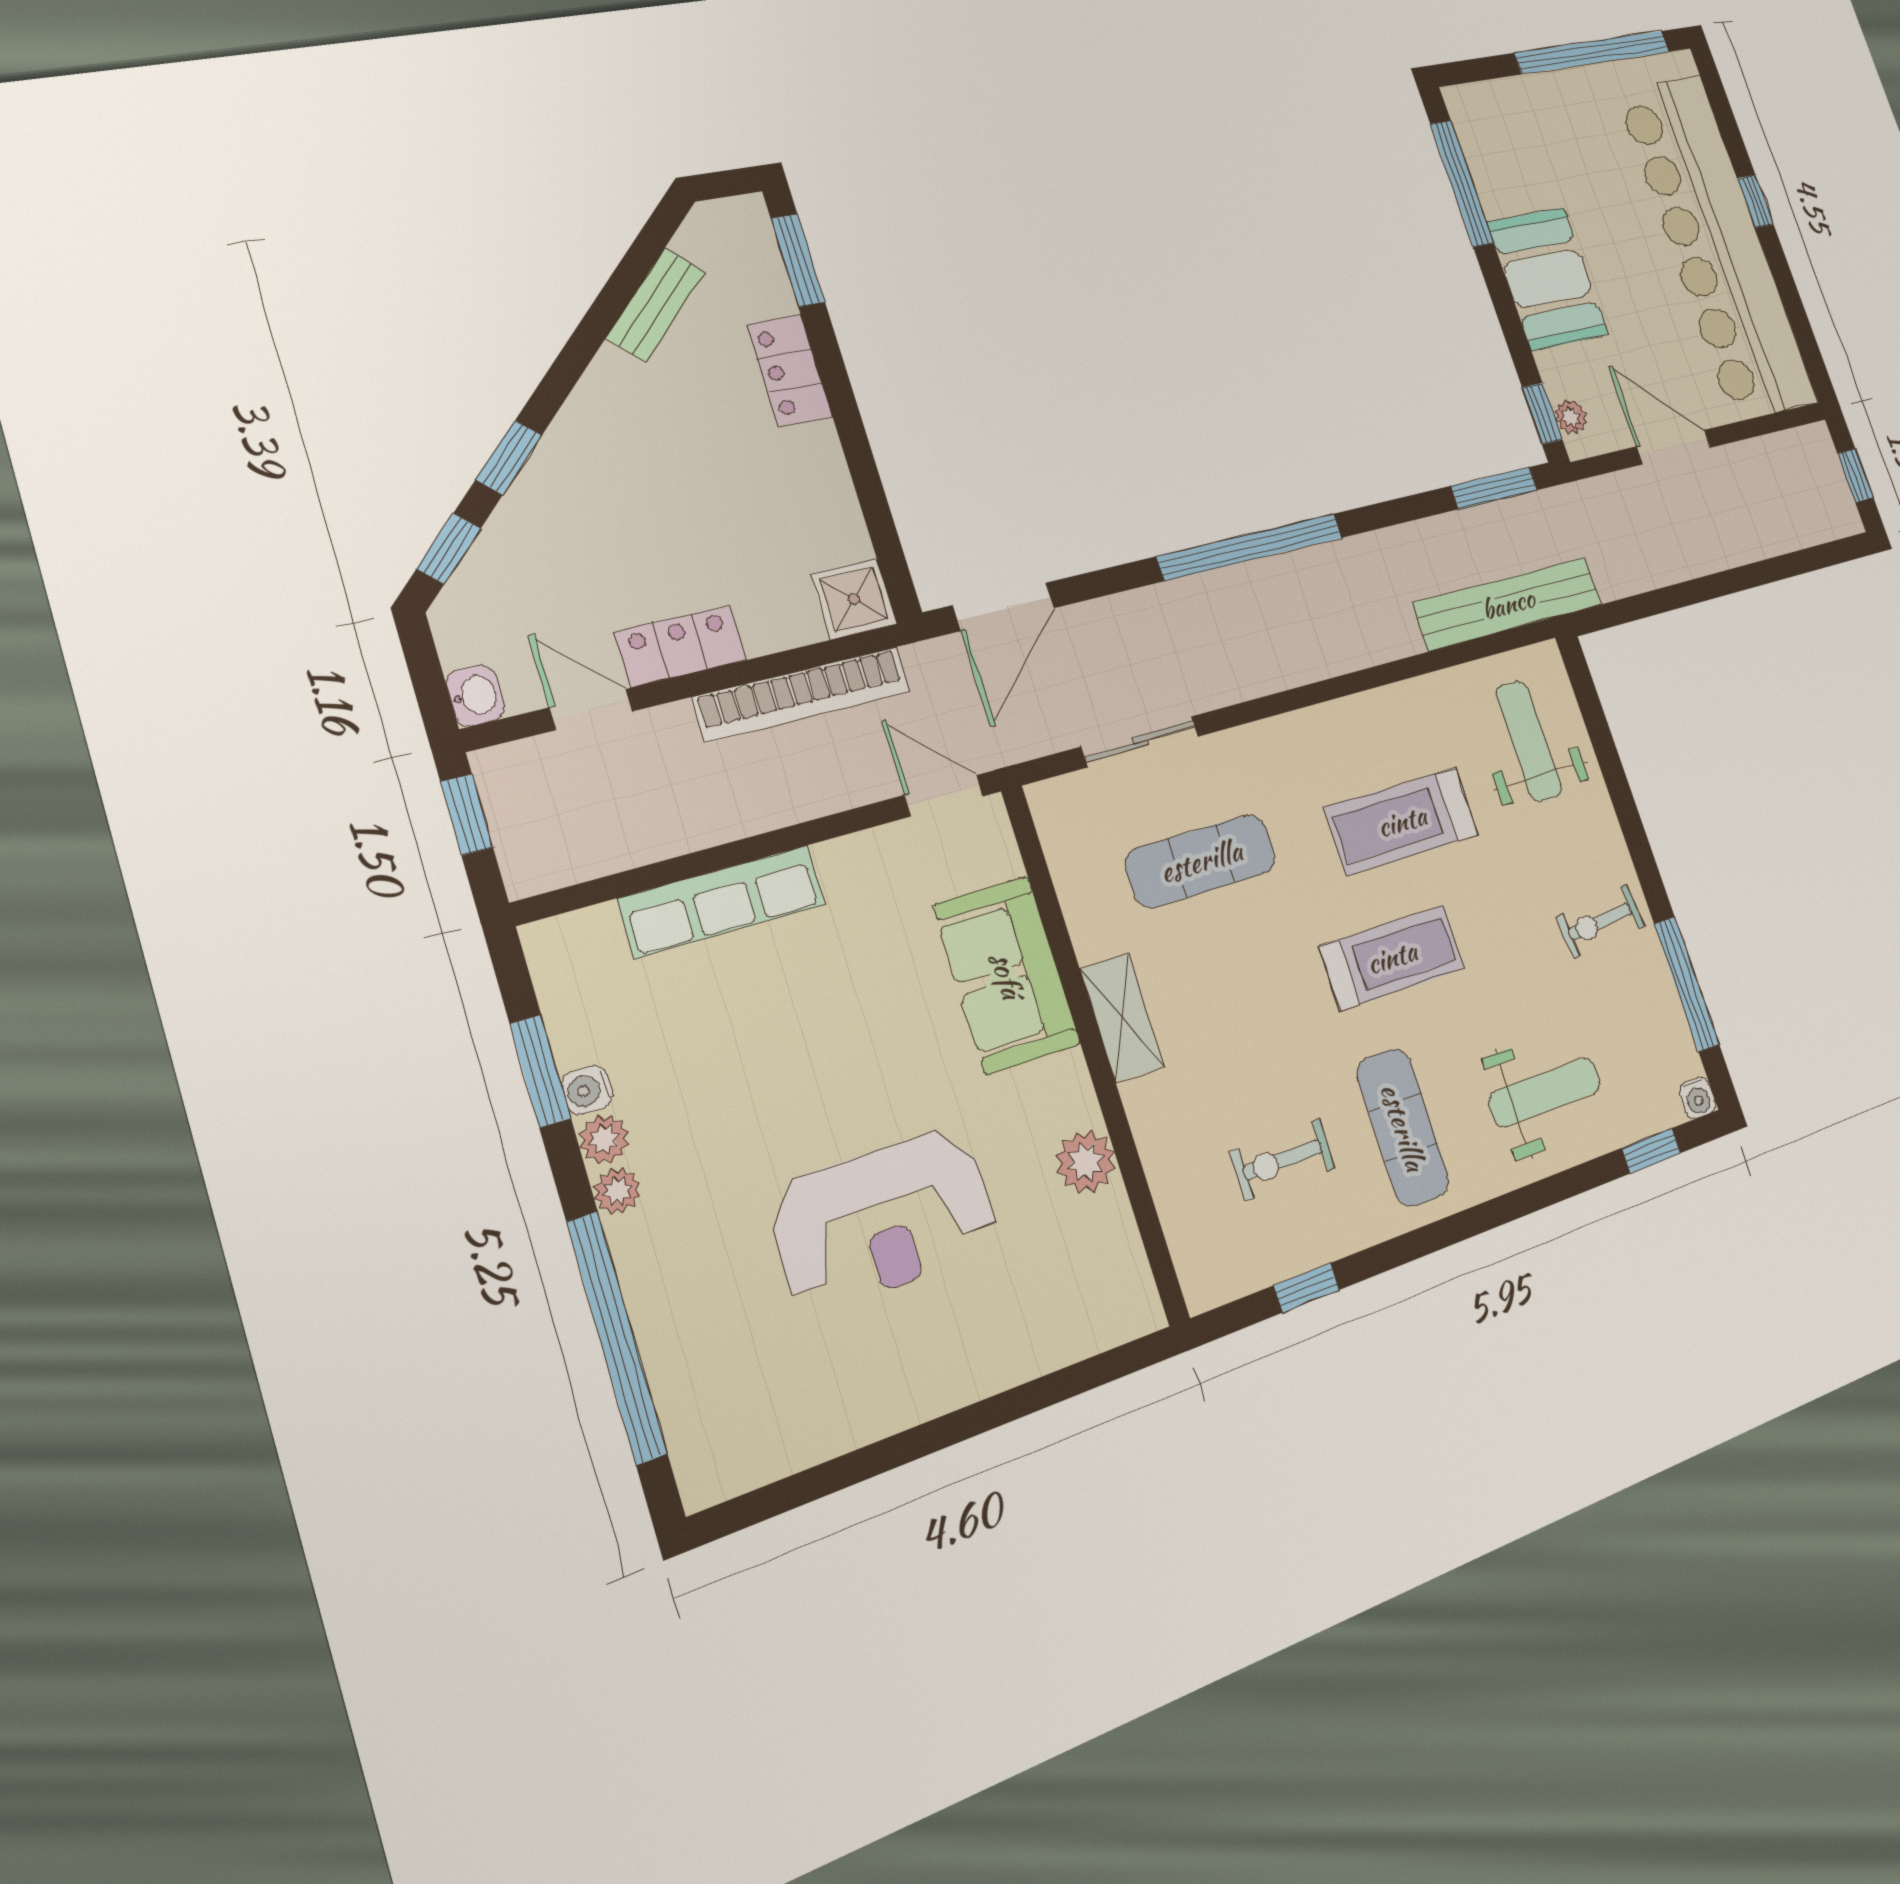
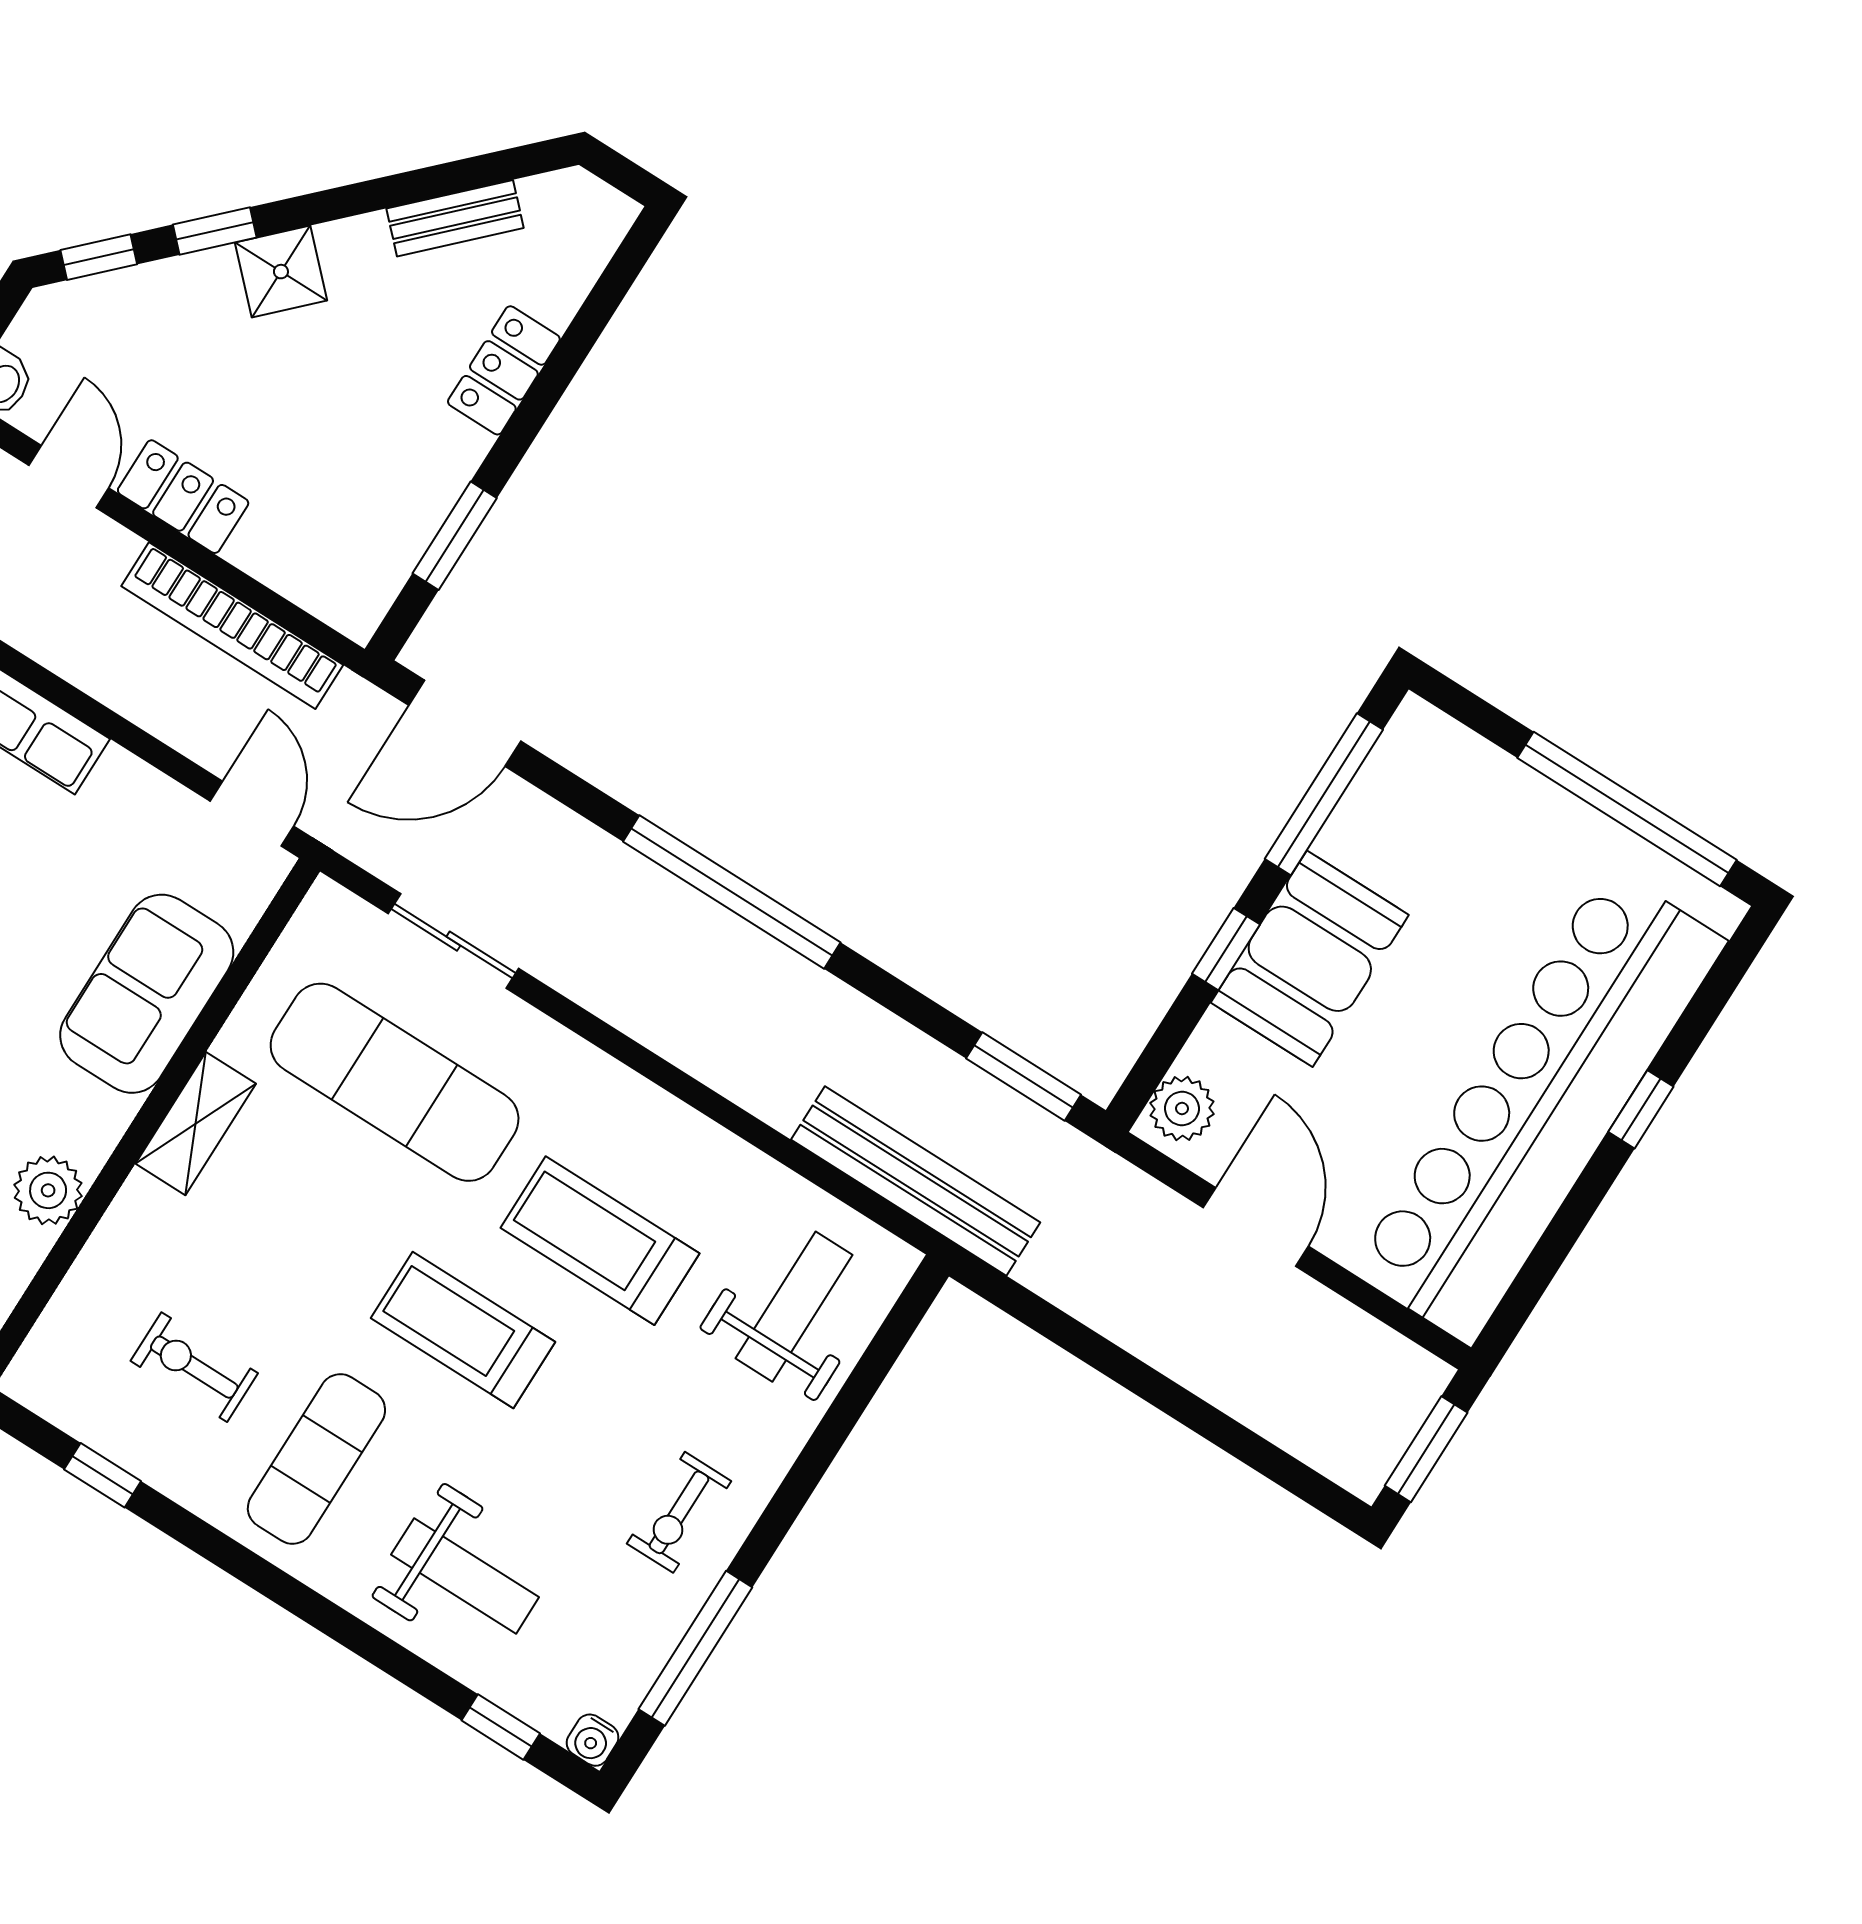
window: (798, 260) -> (455, 536), moved
window: (1542, 413) -> (1226, 949), moved
plant: (1571, 417) -> (1182, 1108), width x1.38, depth x1.38
window: (1855, 476) -> (1426, 1449), width x1.50
shower: (854, 599) -> (281, 272), moved, turned 45
exercise mat: (1201, 861) -> (395, 1082), width x1.36, depth x1.45
exercise bike: (1600, 921) -> (679, 1512), turned -85
treadmill: (1392, 957) -> (463, 1330), turned 180

